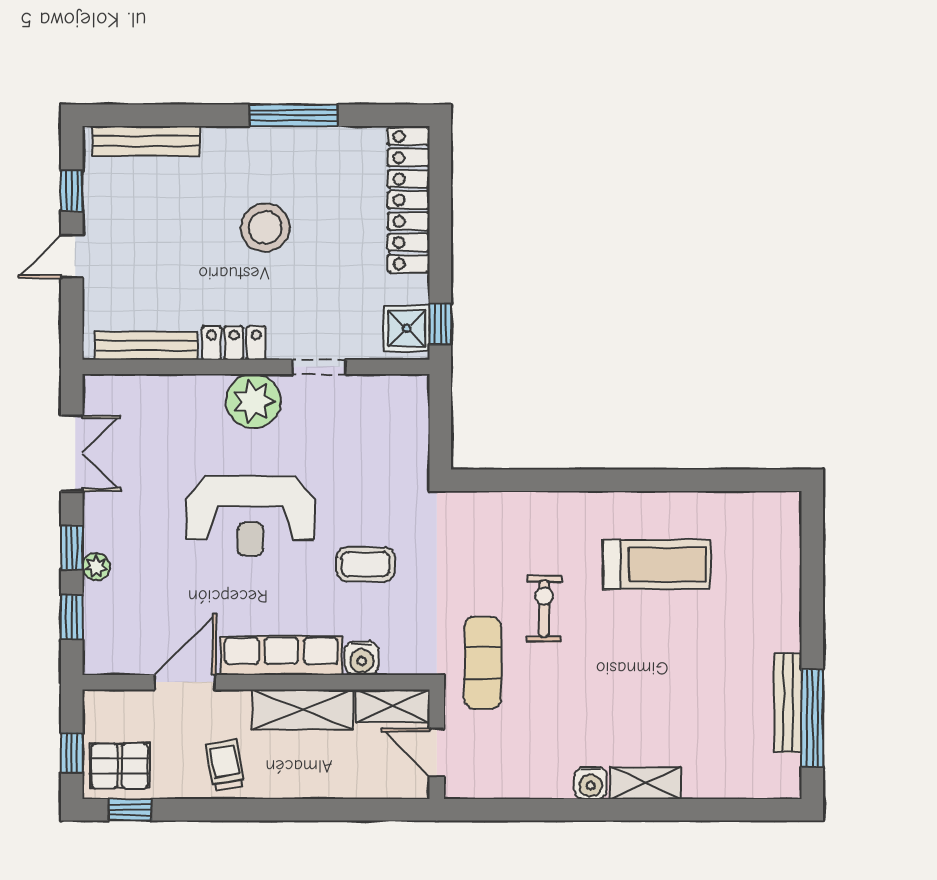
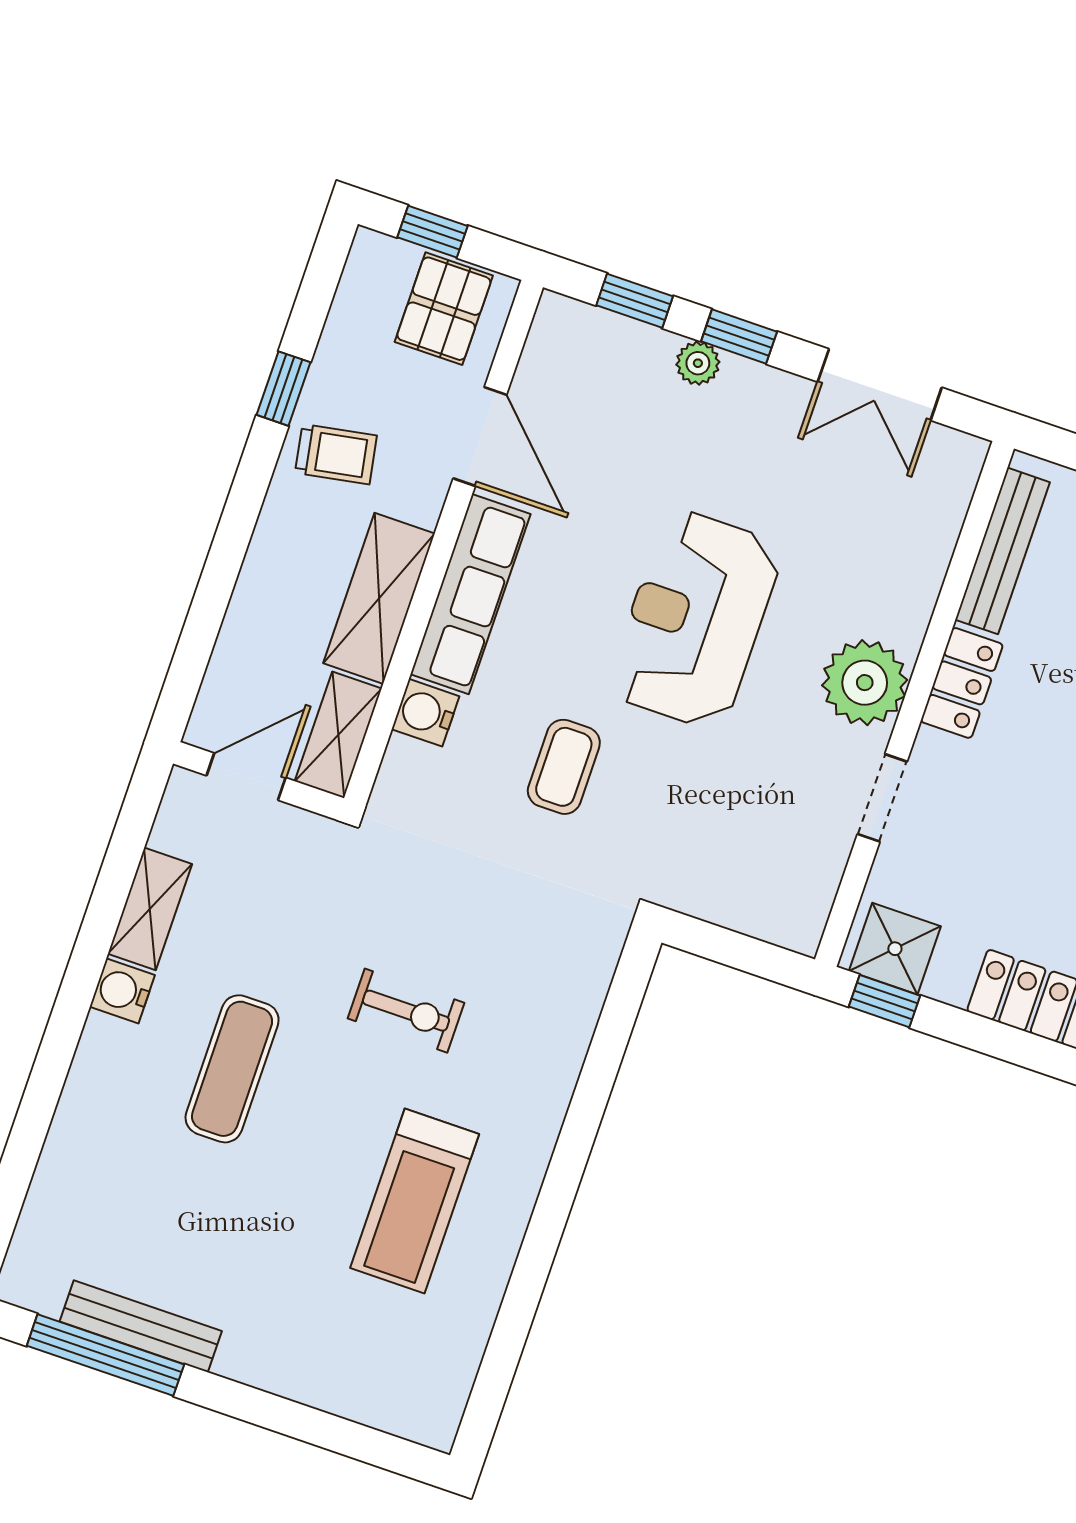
exercise mat: (483, 663) -> (232, 1069), moved, turned 90
pallet: (120, 766) -> (444, 309), moved
shelving: (645, 783) -> (150, 909), moved
window: (130, 810) -> (283, 389), moved

